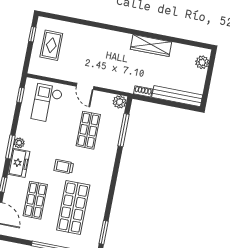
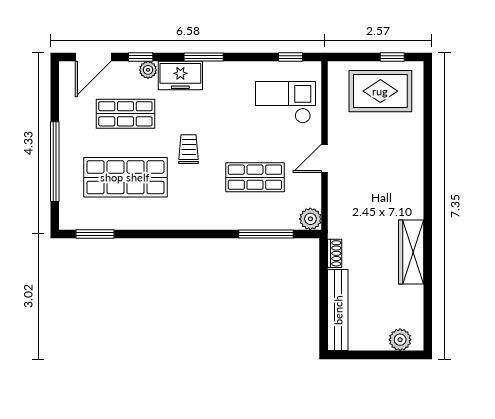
rug: (51, 45) -> (380, 91), width x1.36, depth x1.43
plant: (19, 143) -> (148, 70), moved

